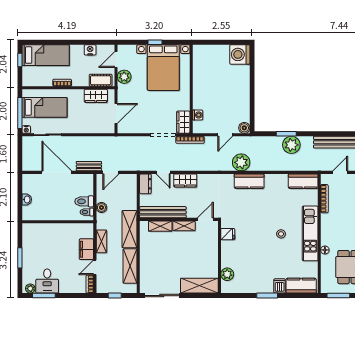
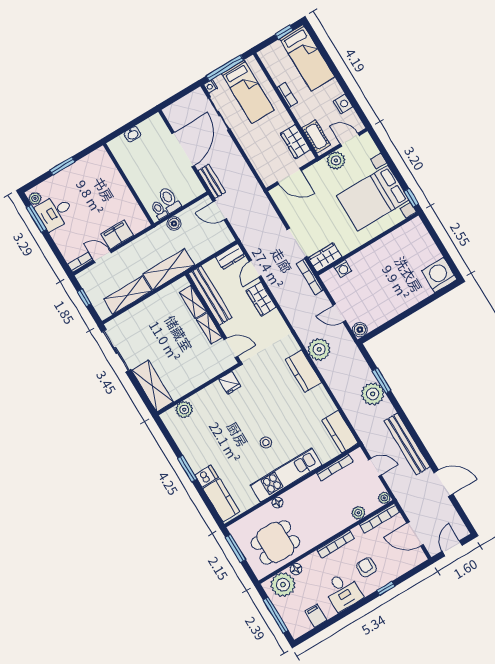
window: (155, 42) -> (411, 198), moved
shelving: (101, 241) -> (136, 246), removed

